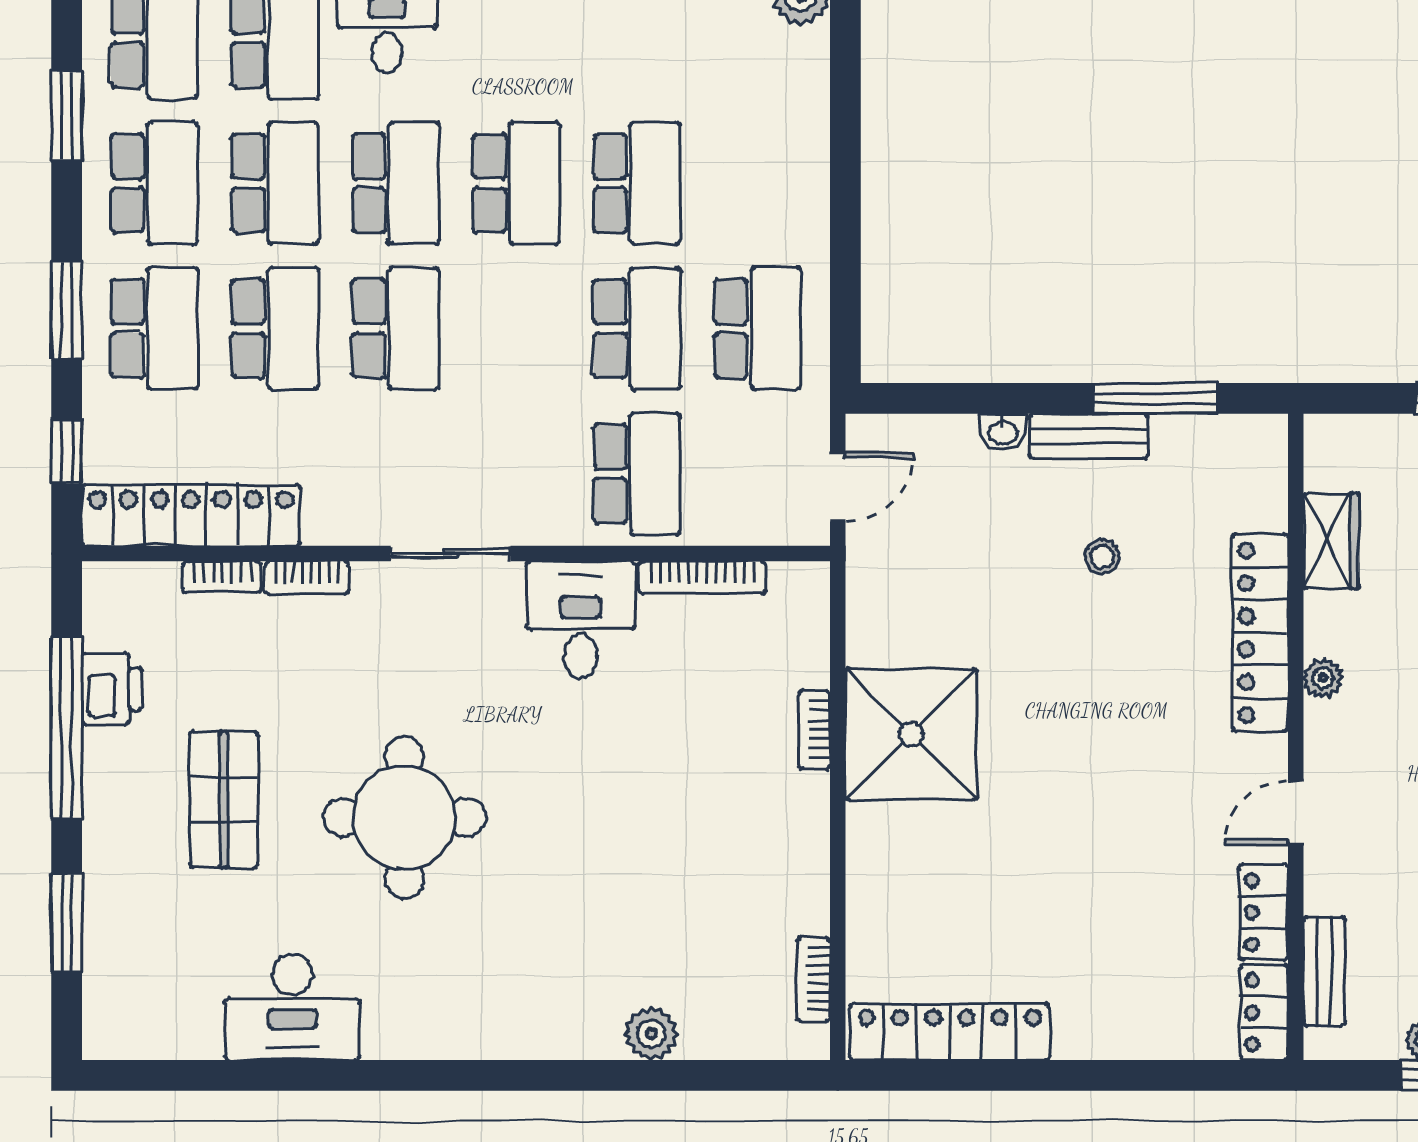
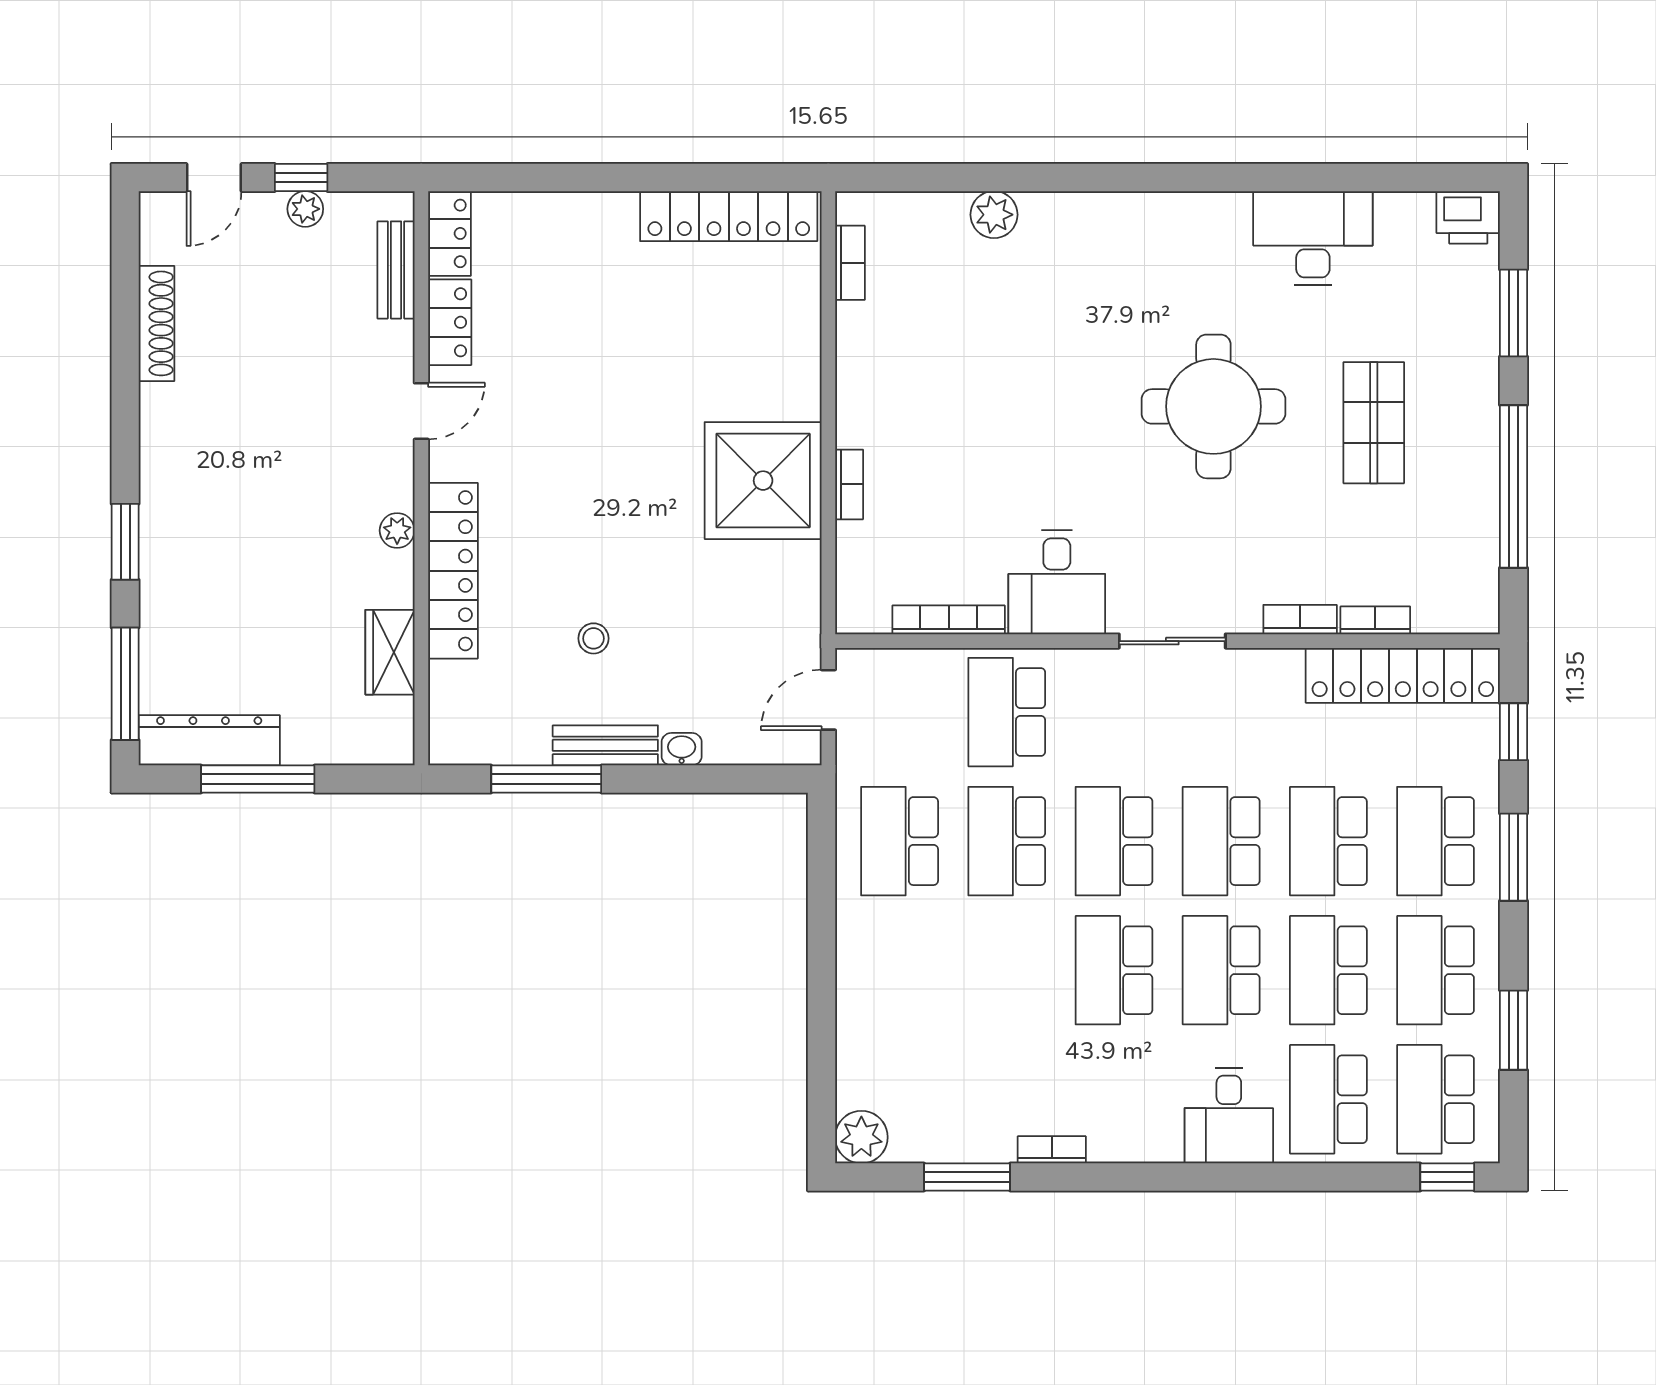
school desk: (637, 183) -> (1114, 841), moved
printer: (111, 689) -> (1468, 217), moved, turned -90

